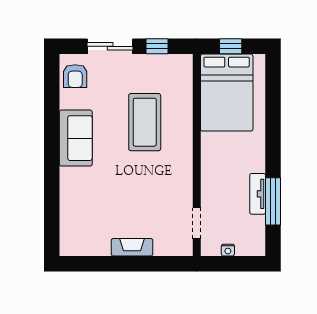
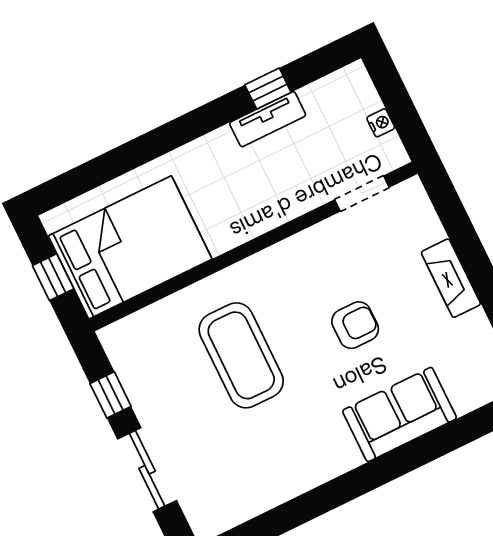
armchair: (75, 76) -> (355, 325), moved
coffee table: (145, 122) -> (241, 355), turned 90
sofa: (76, 138) -> (400, 414), moved
window: (273, 201) -> (268, 89), width x0.46

